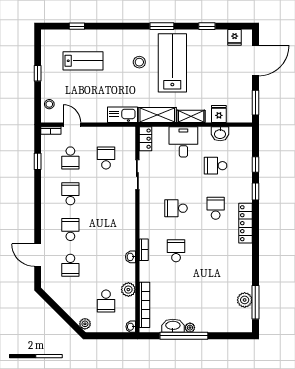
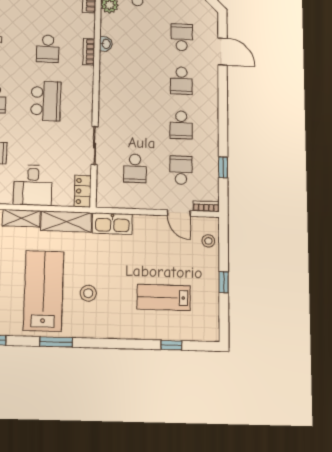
lab bench: (172, 63) -> (44, 291), turned 180
school desk: (176, 208) -> (46, 101), width x1.85

